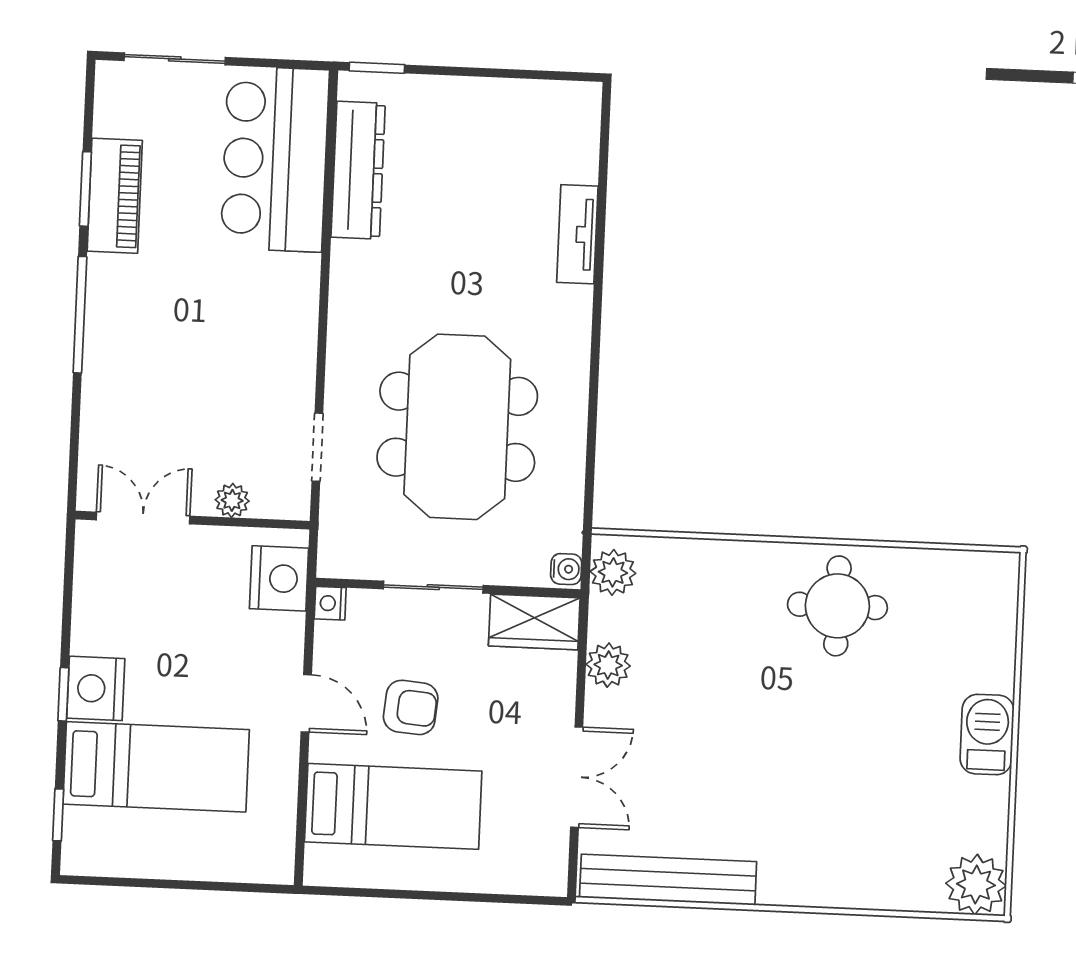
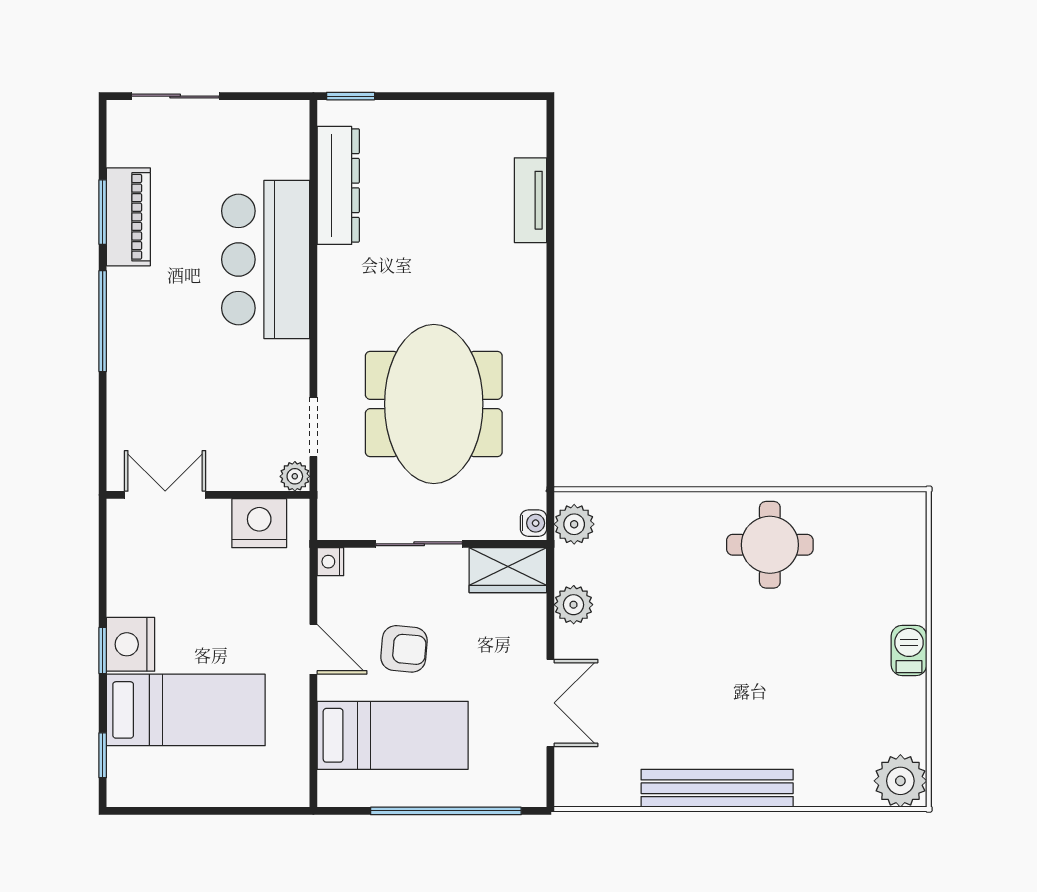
bar counter: (275, 159) -> (266, 259), moved
tv unit: (577, 234) -> (531, 200), moved
plant: (232, 500) -> (295, 476), moved
nightstand: (279, 578) -> (259, 523), moved, turned -90
barbecue: (987, 734) -> (909, 650), width x0.73, depth x0.79
bench: (668, 880) -> (717, 788), moved
window: (451, 896) -> (446, 811), added

